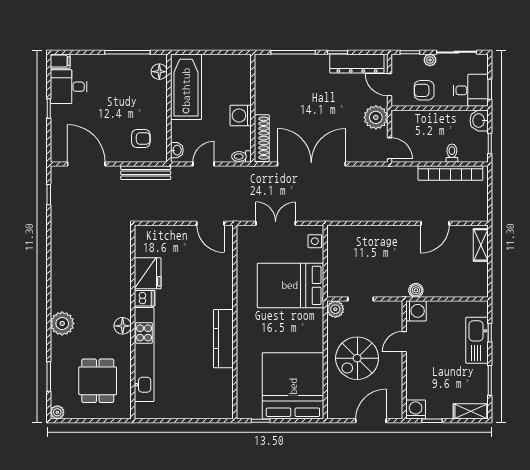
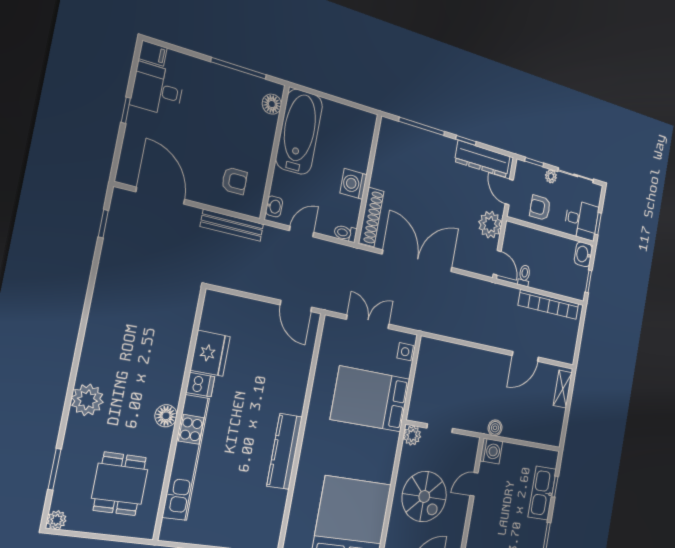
toilet: (452, 153) -> (524, 276), moved
spiral stairs: (357, 358) -> (424, 497), turned -90

